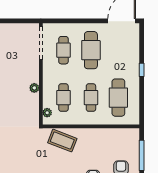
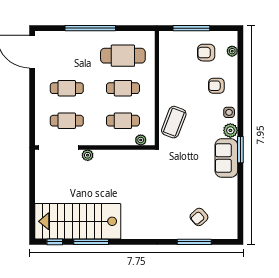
cafe table: (91, 50) -> (67, 88), width x0.73, depth x0.74
window: (142, 70) -> (90, 28), width x3.17
plant: (34, 88) -> (88, 155), moved

